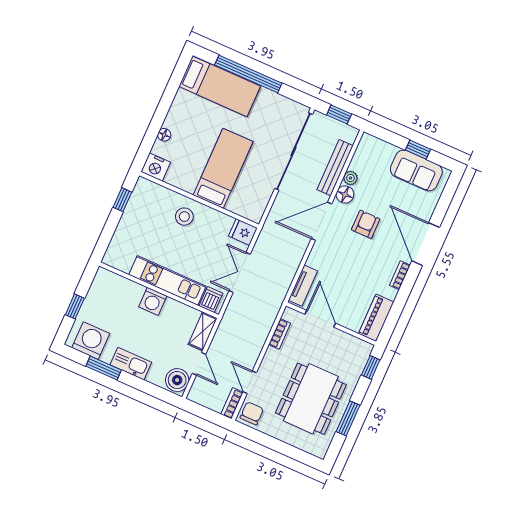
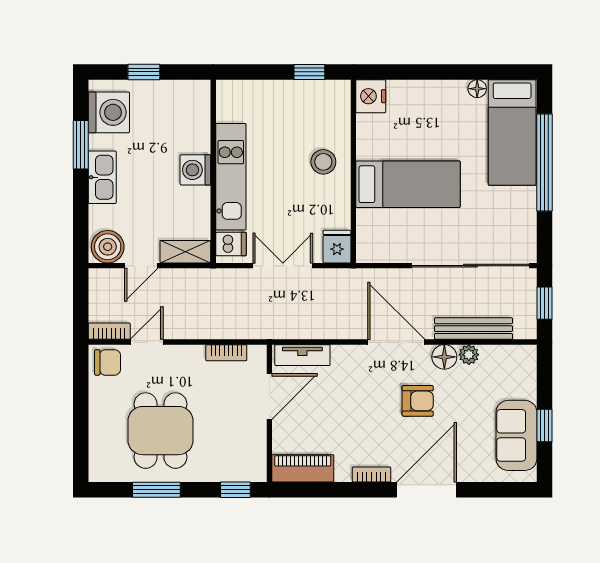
floor lamp: (164, 135) -> (477, 89), moved
dining table: (311, 399) -> (161, 431), width x0.73

